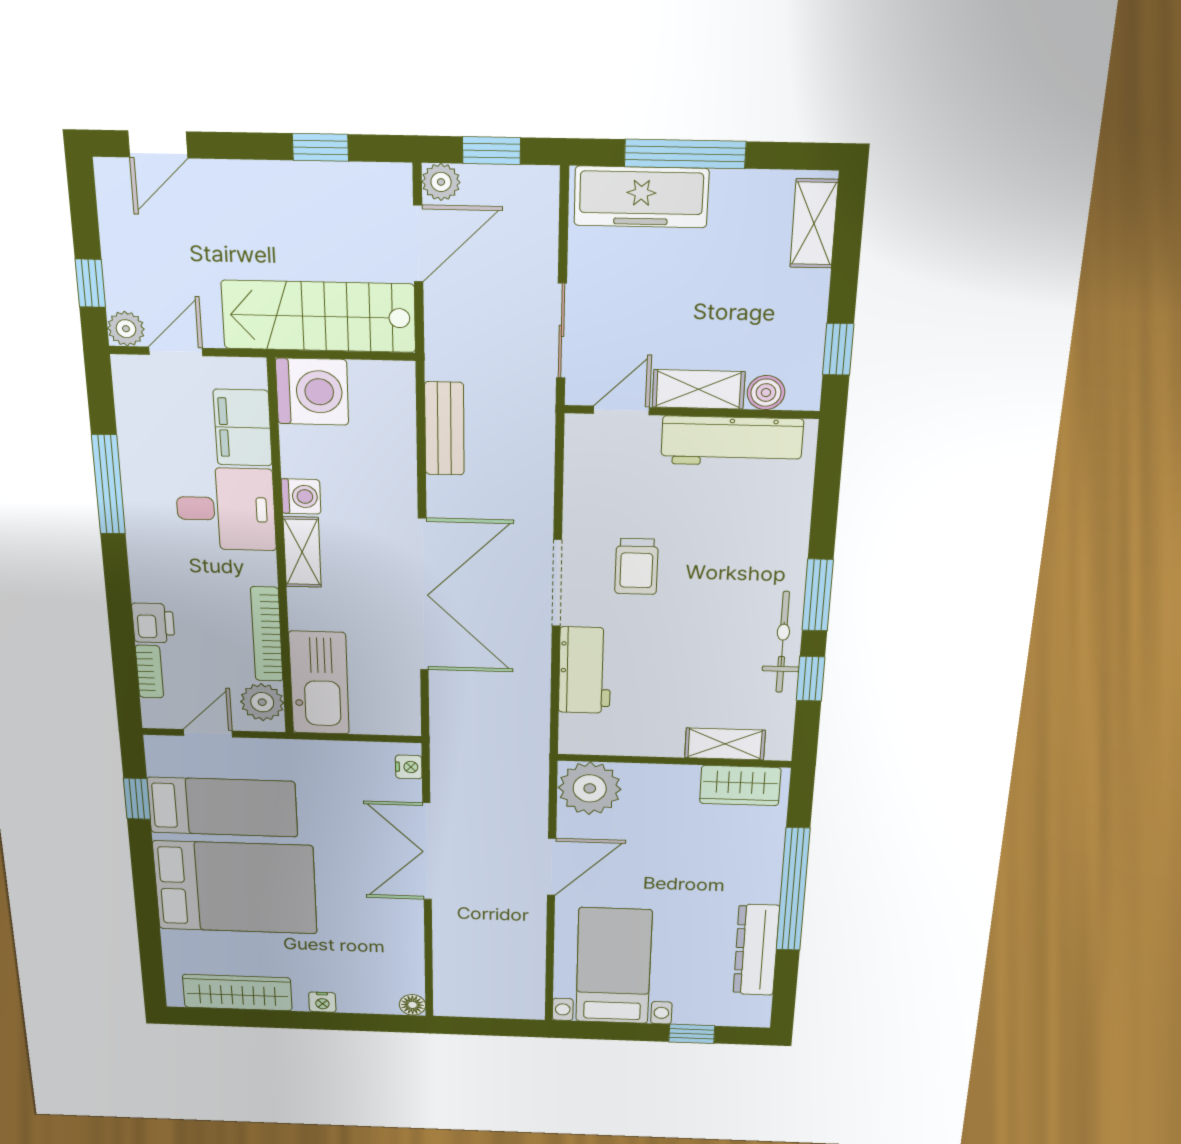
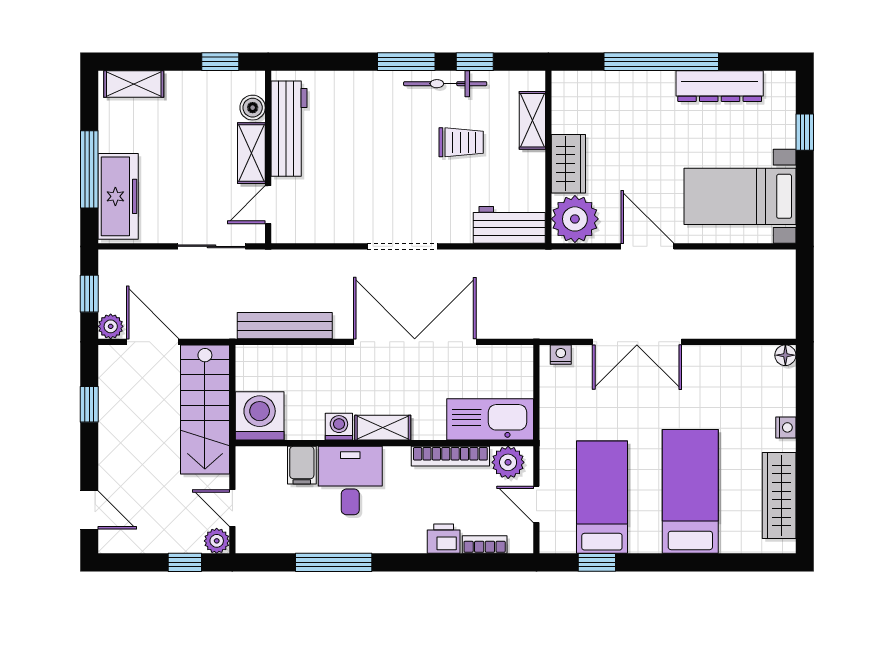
door: (621, 410) -> (268, 205), hinge flipped
filing cabinet: (243, 428) -> (302, 465), width x0.50
bench: (444, 429) -> (285, 326), width x1.36
trolley: (636, 566) -> (461, 142), moved
workbench: (585, 670) -> (509, 225), moved
wardrobe: (740, 786) -> (568, 164), moved
bed: (235, 887) -> (690, 491), width x0.67

